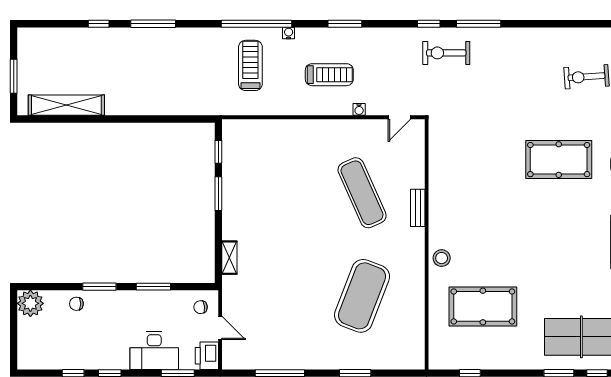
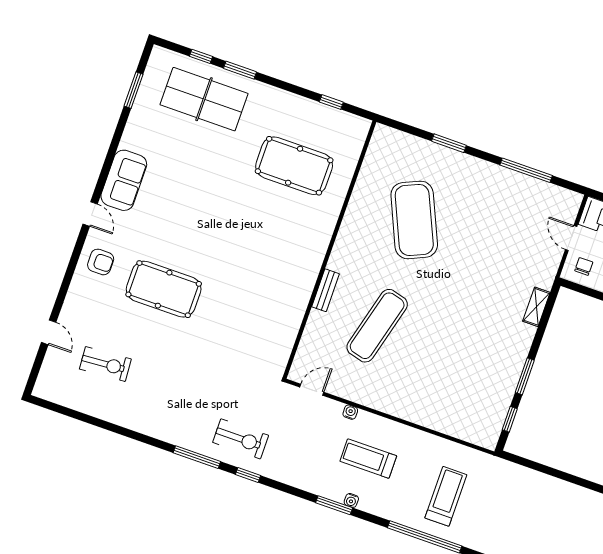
water cooler: (289, 33) -> (351, 500), moved
treadmill: (250, 65) -> (446, 496), turned 180
exercise mat: (362, 193) -> (377, 326), turned 39
stool: (442, 258) -> (319, 230), removed
exercise mat: (362, 296) -> (414, 220), turned -45
chair: (201, 307) -> (584, 266), turned -84

